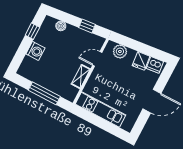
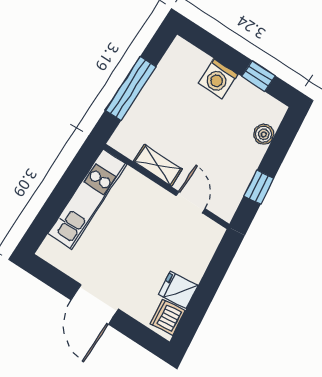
plant: (120, 51) -> (201, 249), removed

